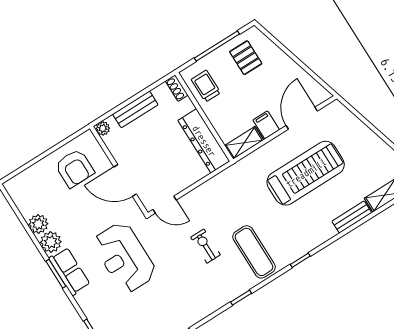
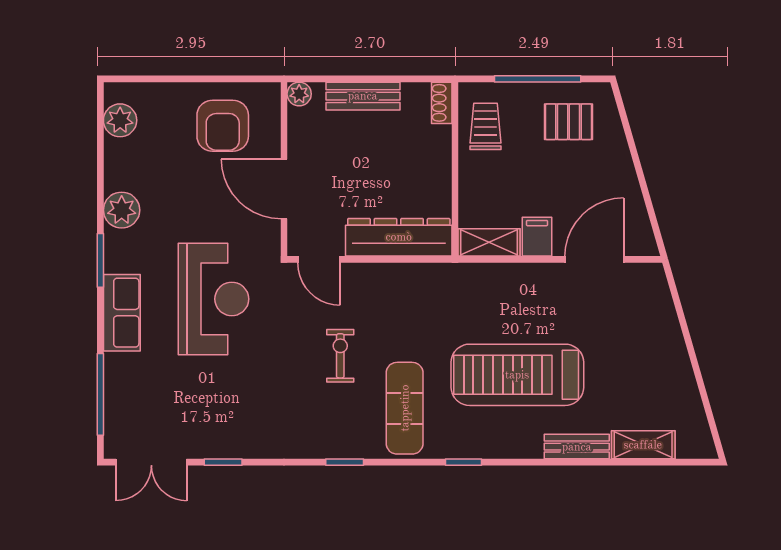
pallet: (246, 58) -> (569, 122), turned 90
dresser: (204, 141) -> (399, 237), moved, turned 90
treadmill: (306, 173) -> (517, 375), moved, turned 180
plant: (38, 224) -> (120, 120), moved
reception desk: (124, 257) -> (214, 299), turned 180
row of seats: (69, 271) -> (122, 313), moved

